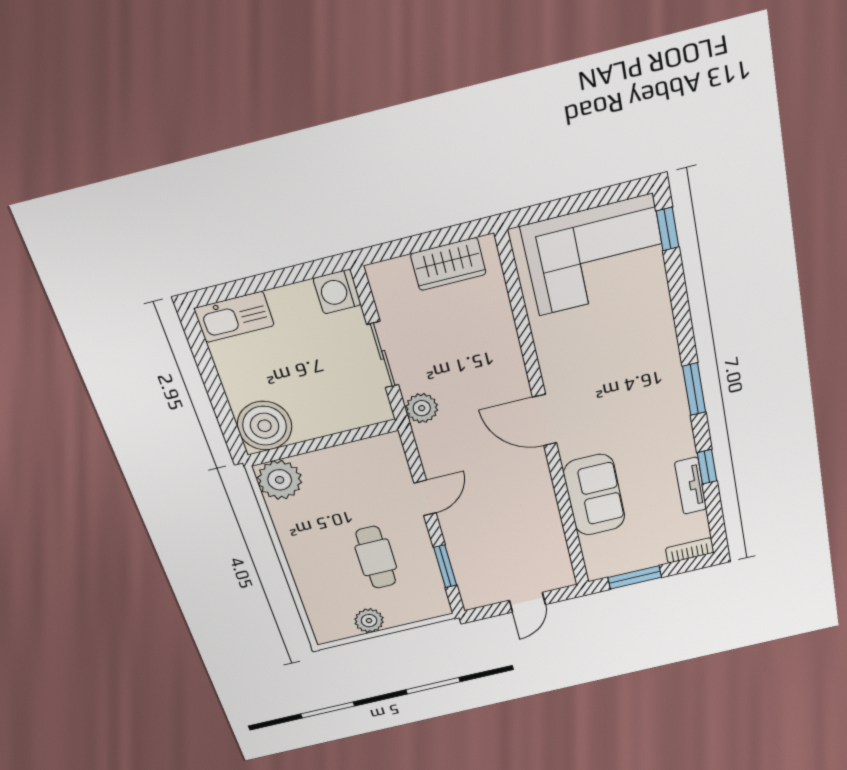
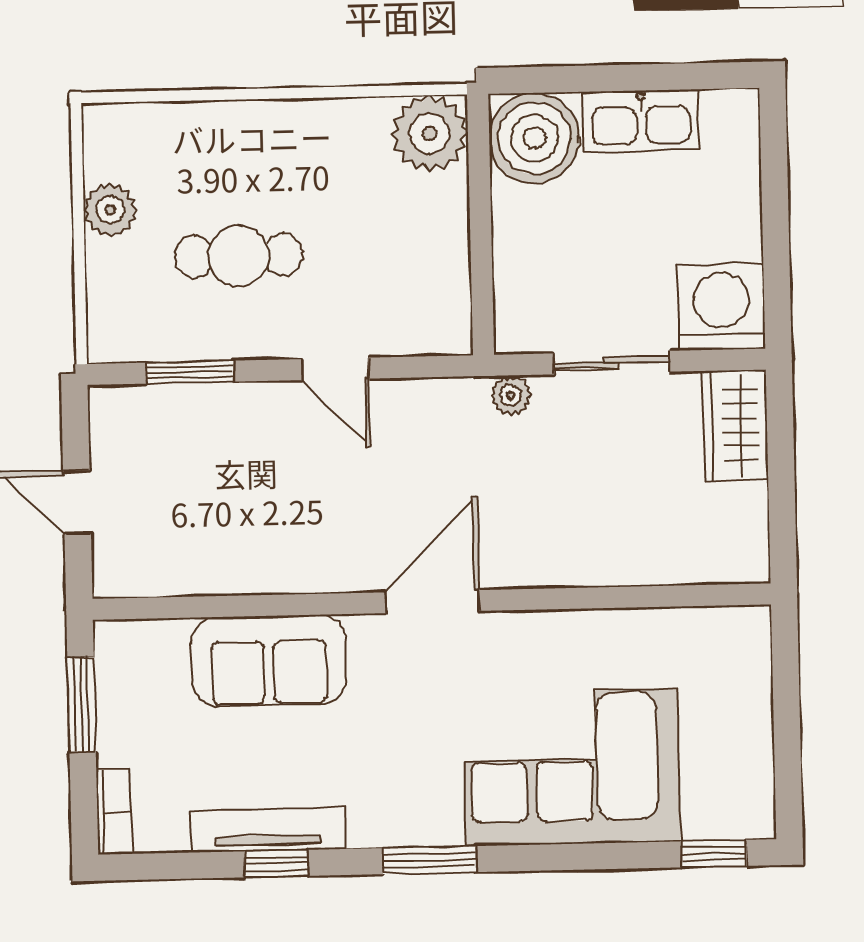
corner sofa: (595, 256) -> (571, 767), moved, turned 90
wardrobe: (448, 264) -> (735, 425), moved
washing machine: (337, 292) -> (721, 307), width x1.37, depth x1.37
kitchen sink: (234, 317) -> (641, 121), moved, turned -90
plant: (422, 408) -> (511, 395), width x0.73, depth x0.73
tv unit: (691, 486) -> (268, 830), width x1.41

